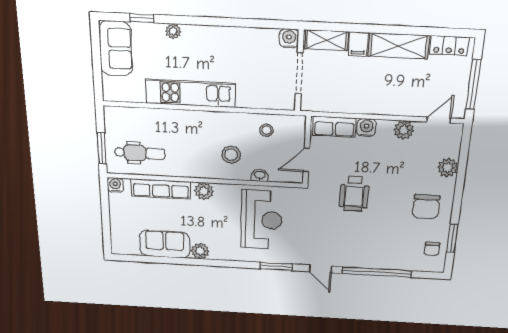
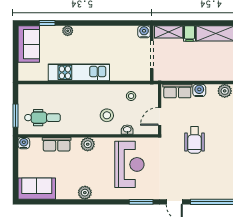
row of seats: (161, 189) -> (57, 144), width x0.68
sofa: (165, 244) -> (37, 189), moved

